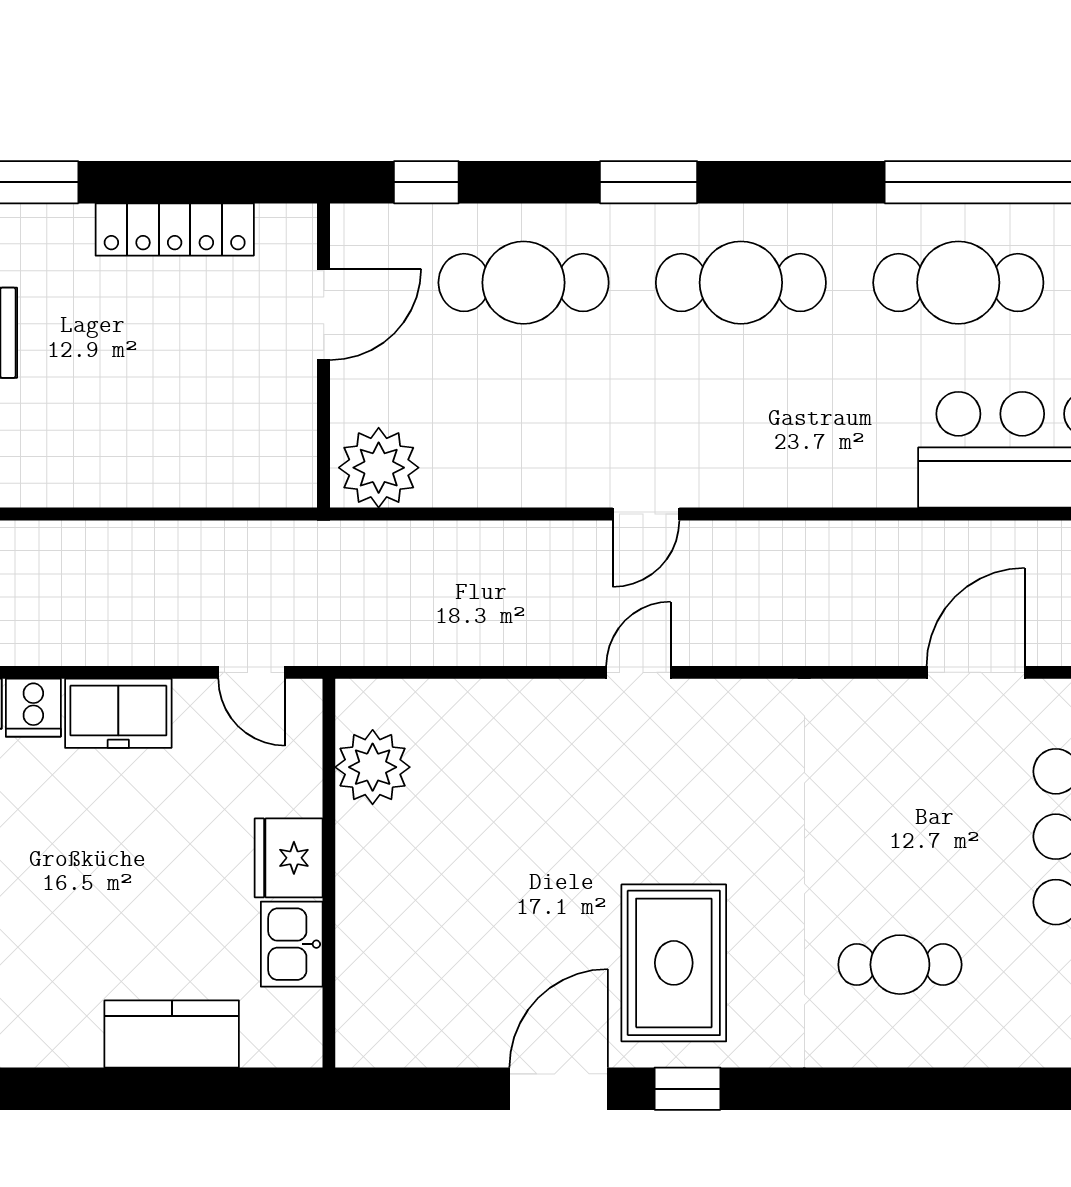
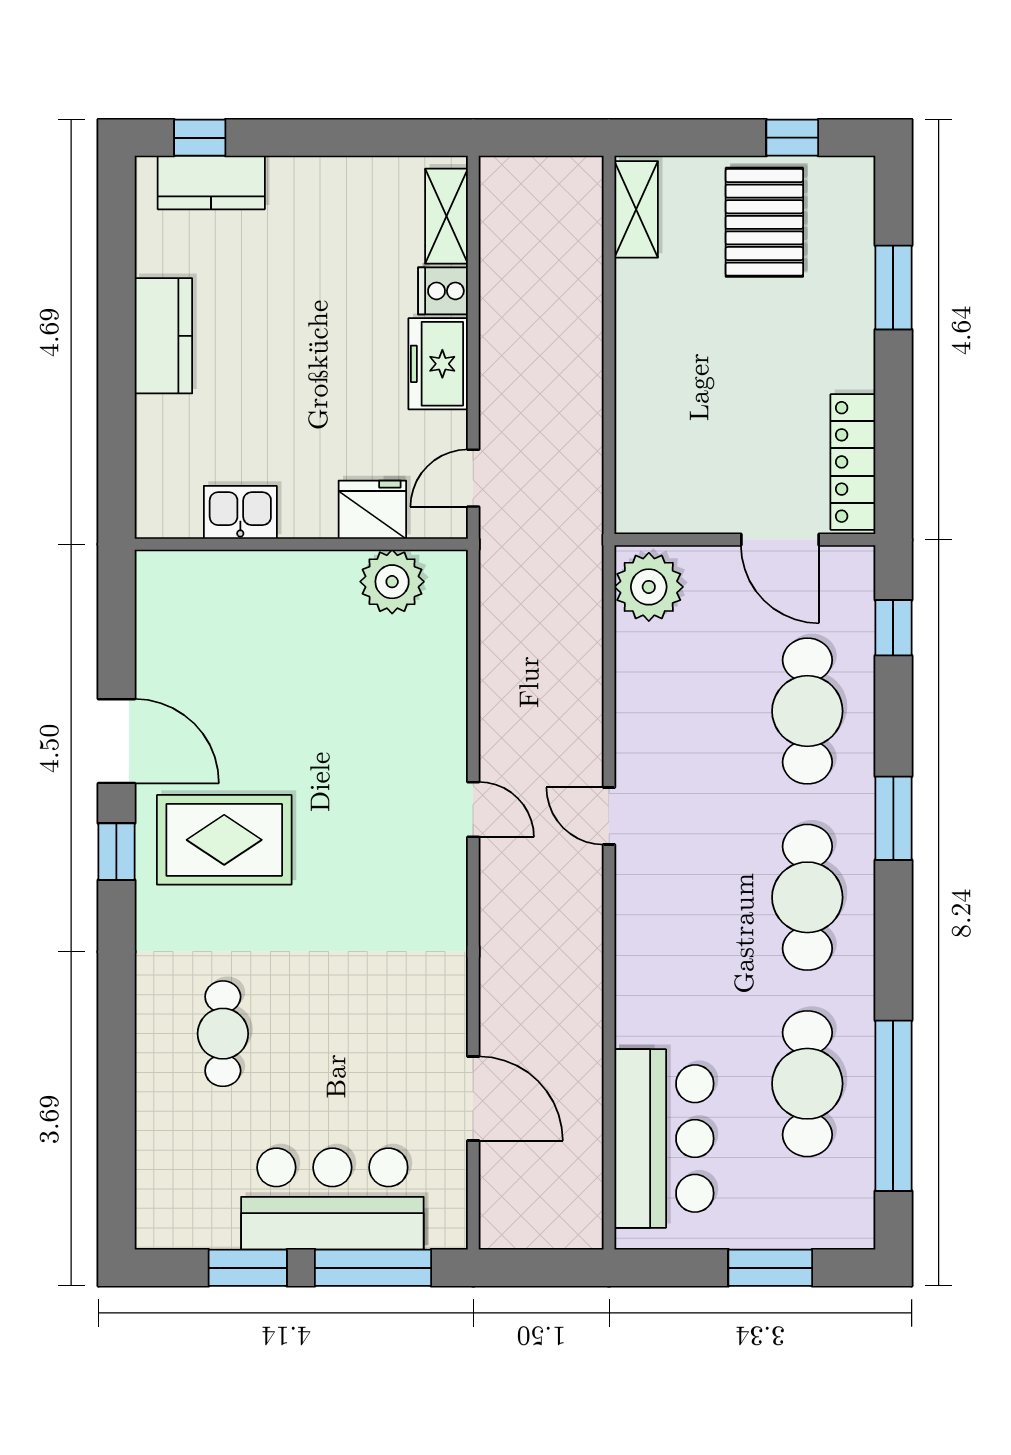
locker: (175, 229) -> (853, 462), moved
fridge: (289, 858) -> (372, 510), moved
kitchen counter: (172, 1034) -> (163, 336), moved

